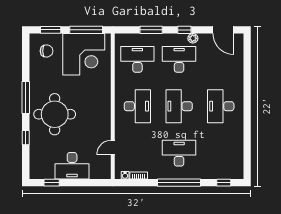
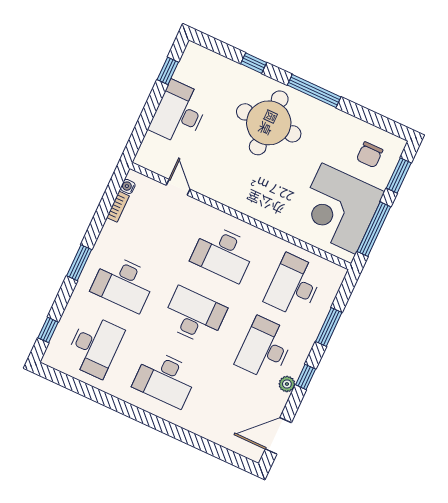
desk: (137, 59) -> (294, 286), turned 180
desk: (179, 59) -> (265, 349), turned 180
desk: (221, 106) -> (165, 379), turned 180
desk: (179, 153) -> (124, 283), turned 90
desk: (221, 153) -> (94, 346), added
window: (179, 183) -> (79, 263), width x0.47

